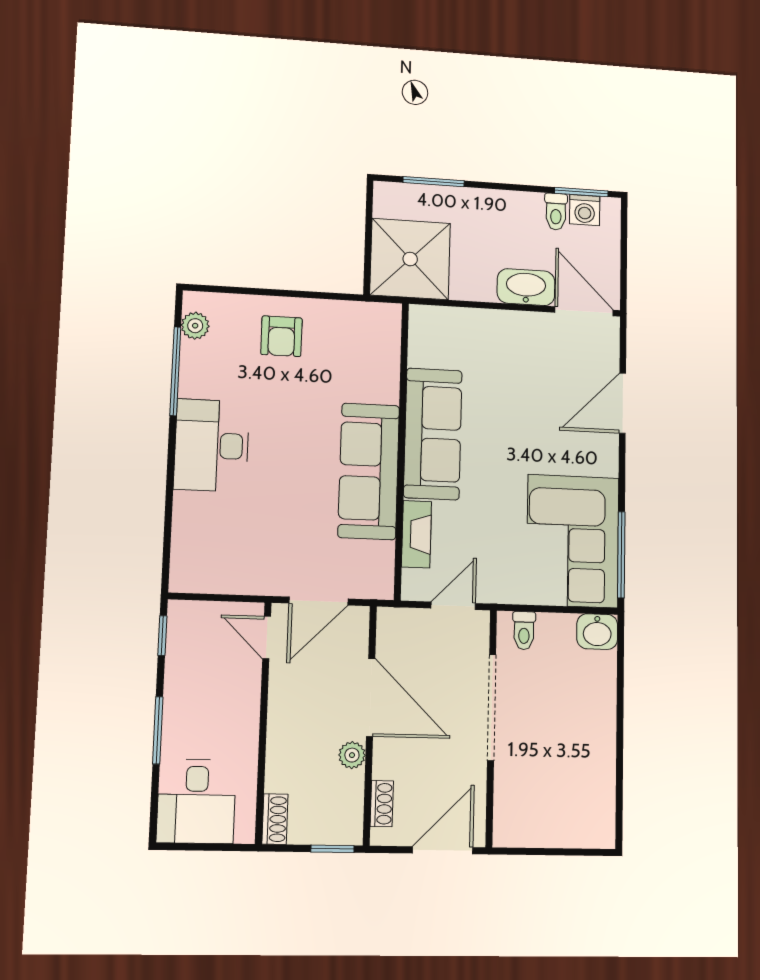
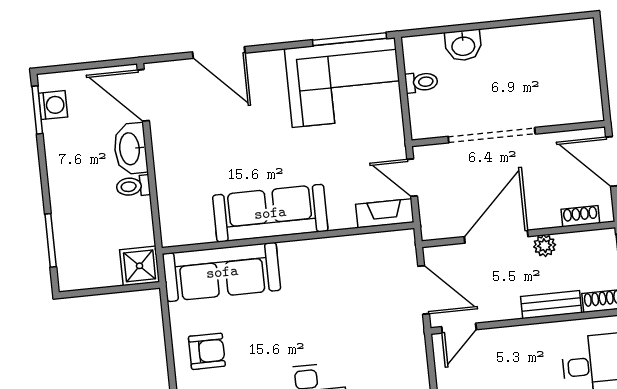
toilet: (556, 212) -> (133, 186), moved, turned 180
shower: (410, 259) -> (140, 266), width x0.54, depth x0.54
door: (584, 311) -> (143, 95), hinge flipped
sofa: (369, 471) -> (222, 272), moved
fireplace: (416, 534) -> (385, 213), moved
toilet: (524, 631) -> (421, 82), moved
washbasin: (597, 632) -> (463, 45), moved, turned 90
bench: (279, 754) -> (551, 305), added

